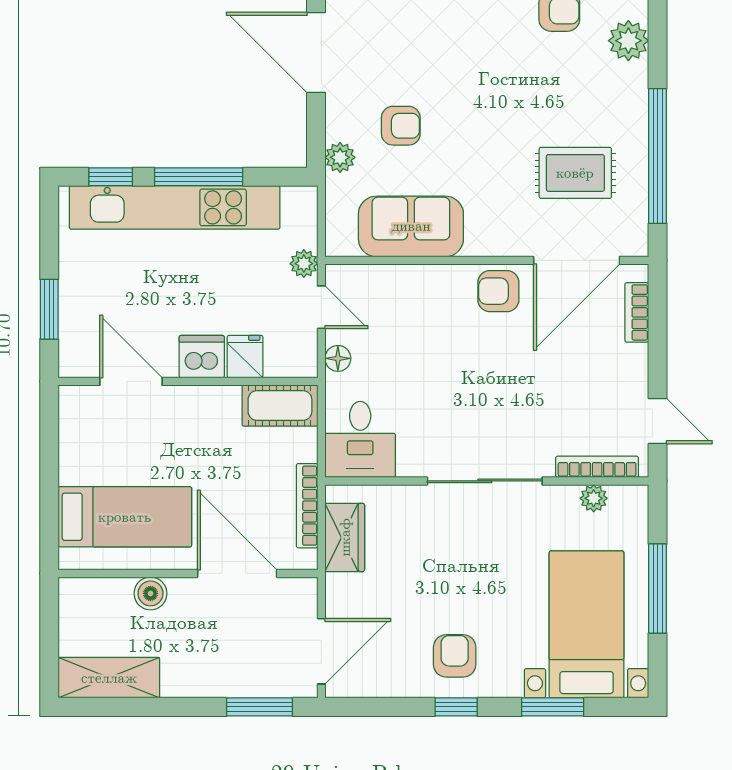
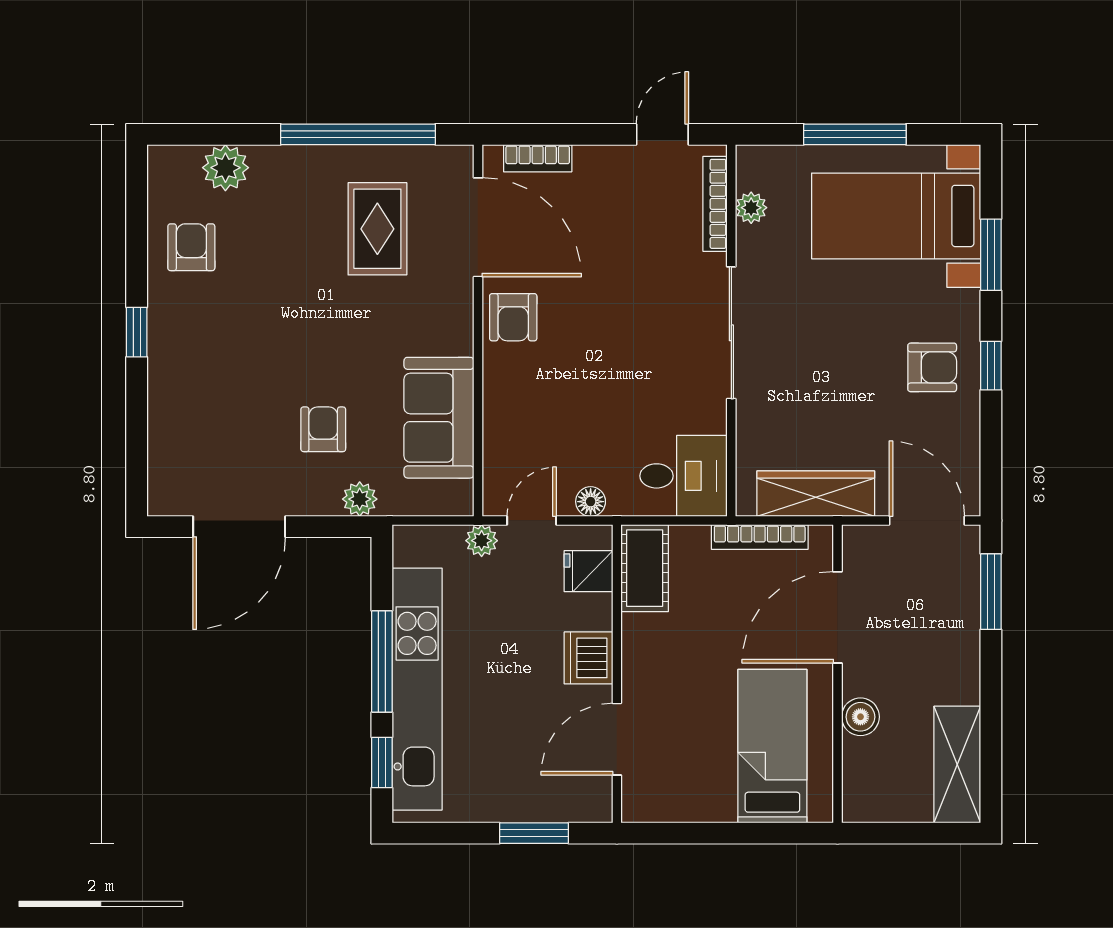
fridge: (245, 357) -> (588, 571), moved
wardrobe: (345, 537) -> (816, 494), width x1.50
armchair: (455, 656) -> (932, 367), turned 180

